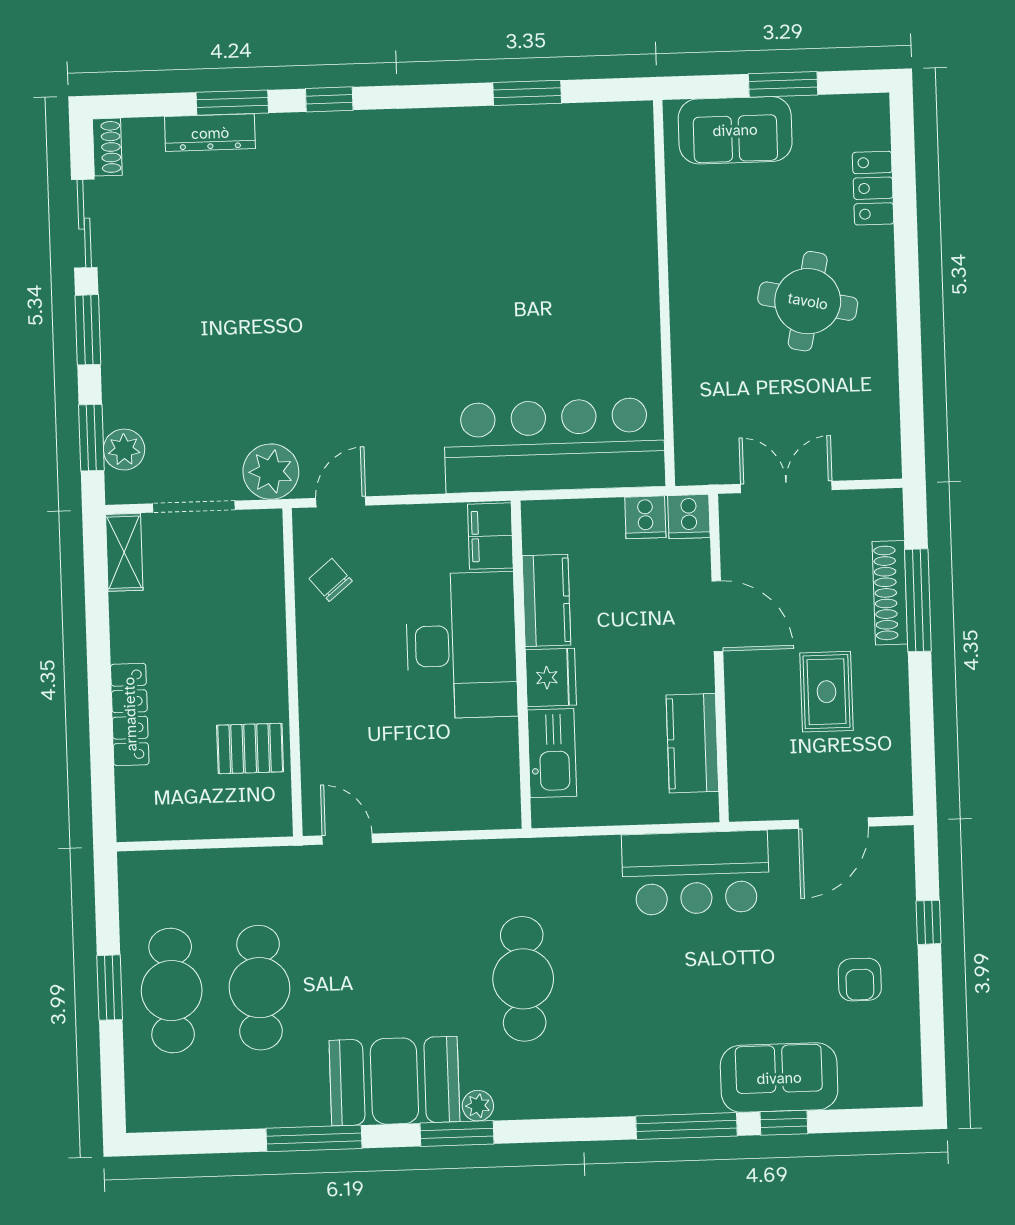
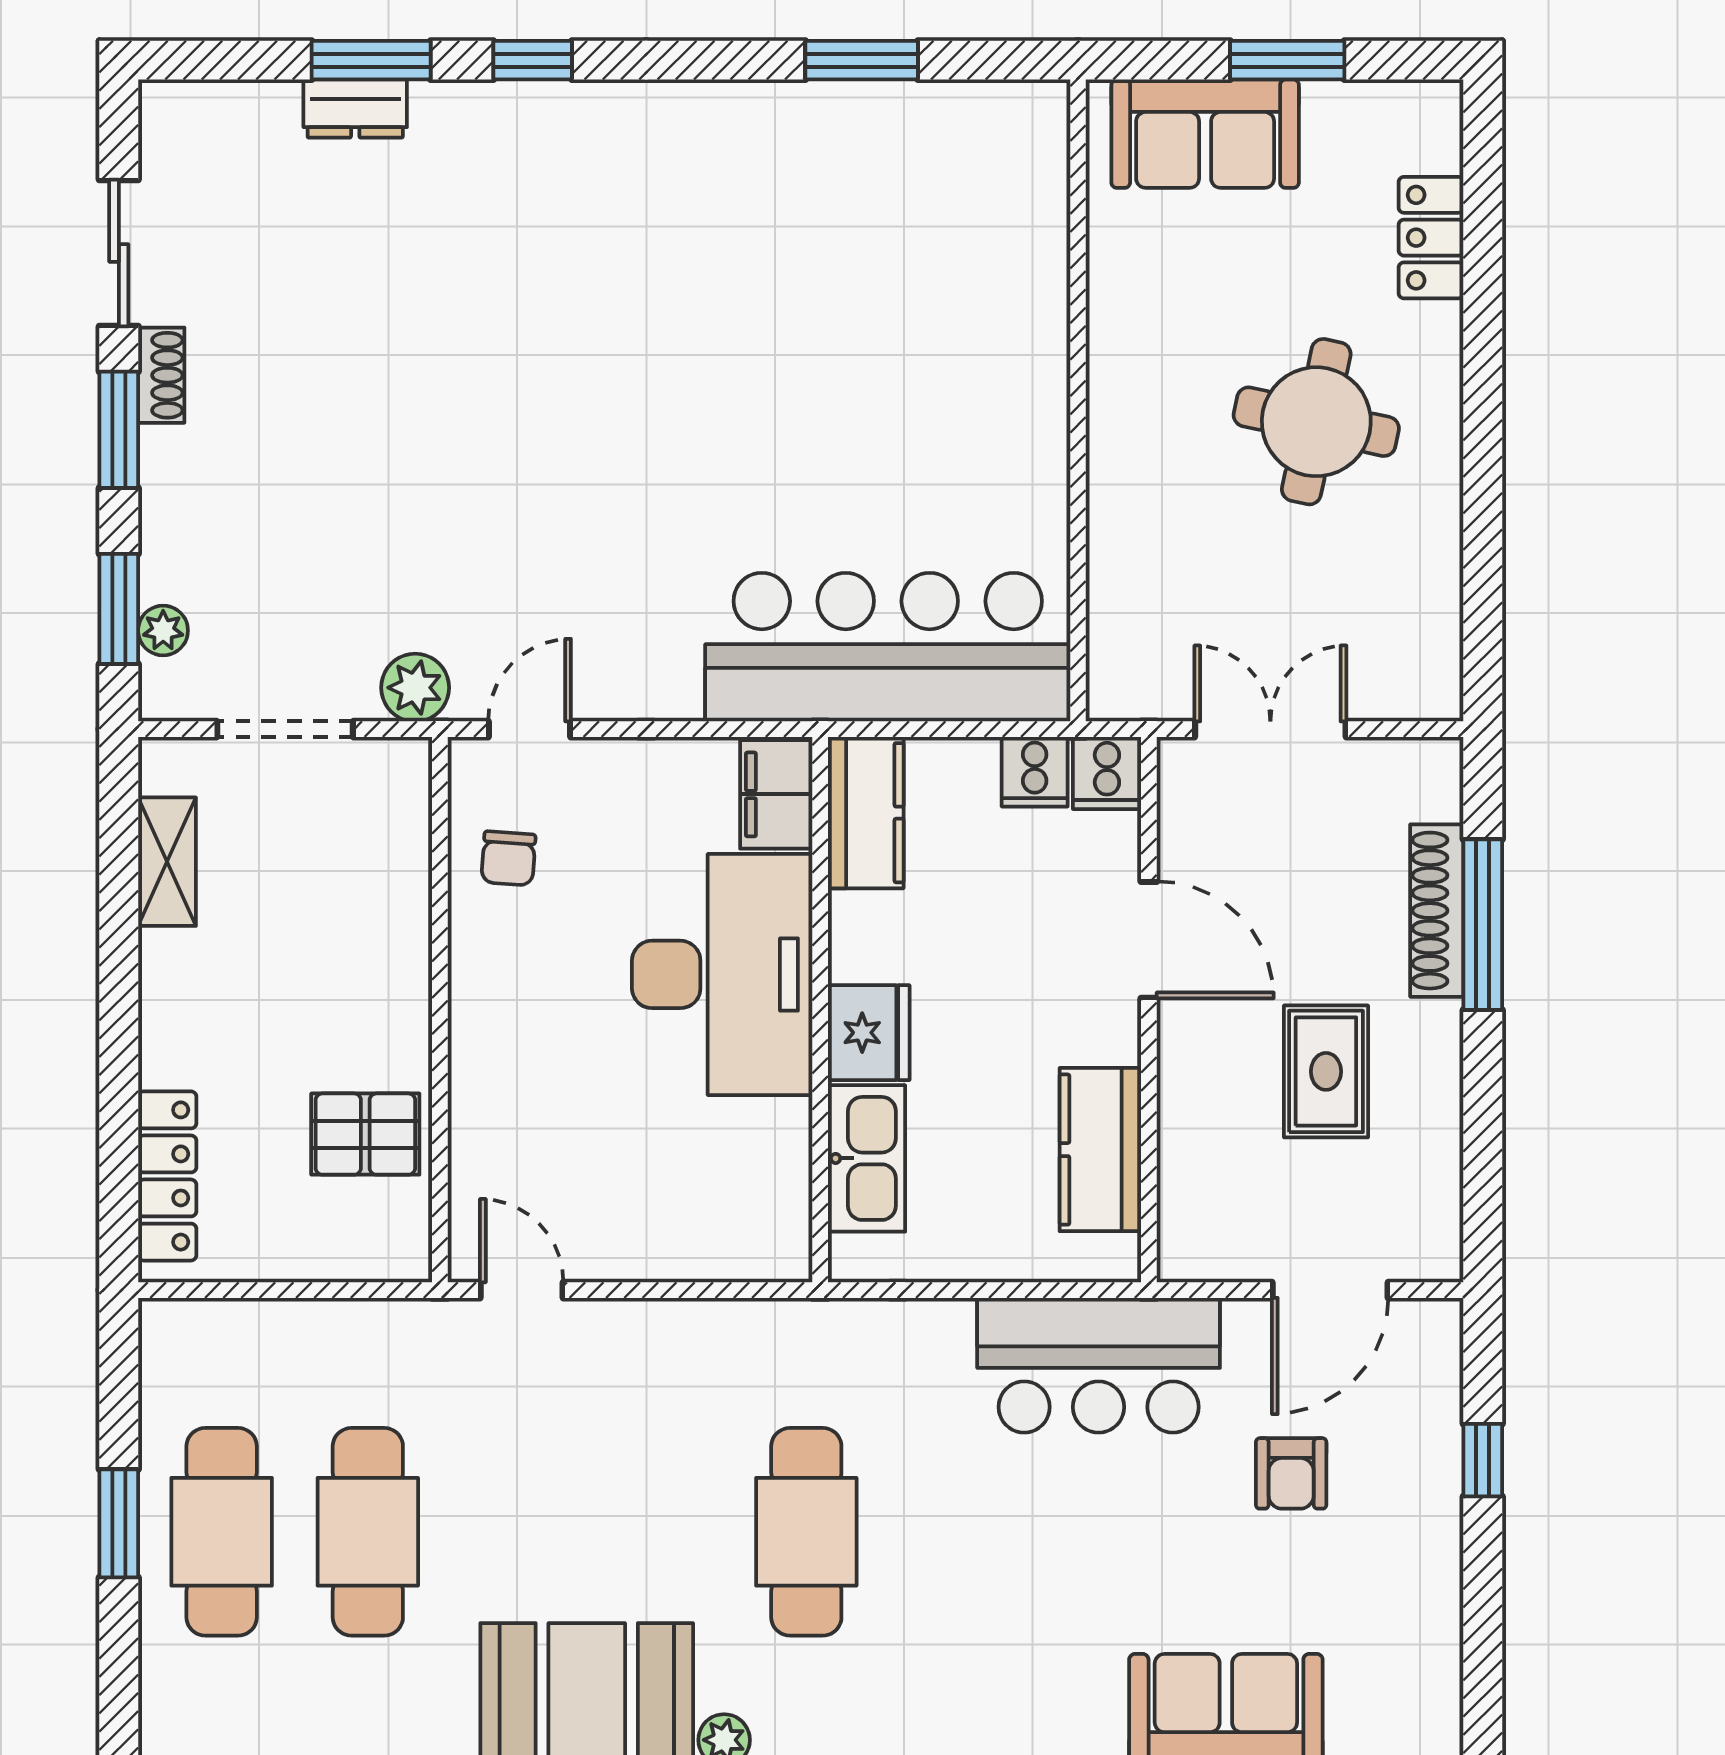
dresser: (210, 133) -> (355, 109), width x0.70
shoe rack: (107, 147) -> (161, 375), moved
plant: (124, 450) -> (163, 630), width x0.73, depth x0.73
plant: (271, 472) -> (415, 688), width x0.73, depth x0.73
shelving: (124, 552) -> (167, 862), moved
chair: (331, 580) -> (508, 858), turned -136
kitchen counter: (546, 600) -> (866, 813), moved
locker: (130, 714) -> (167, 1176), moved
armchair: (860, 980) -> (1291, 1473), moved

